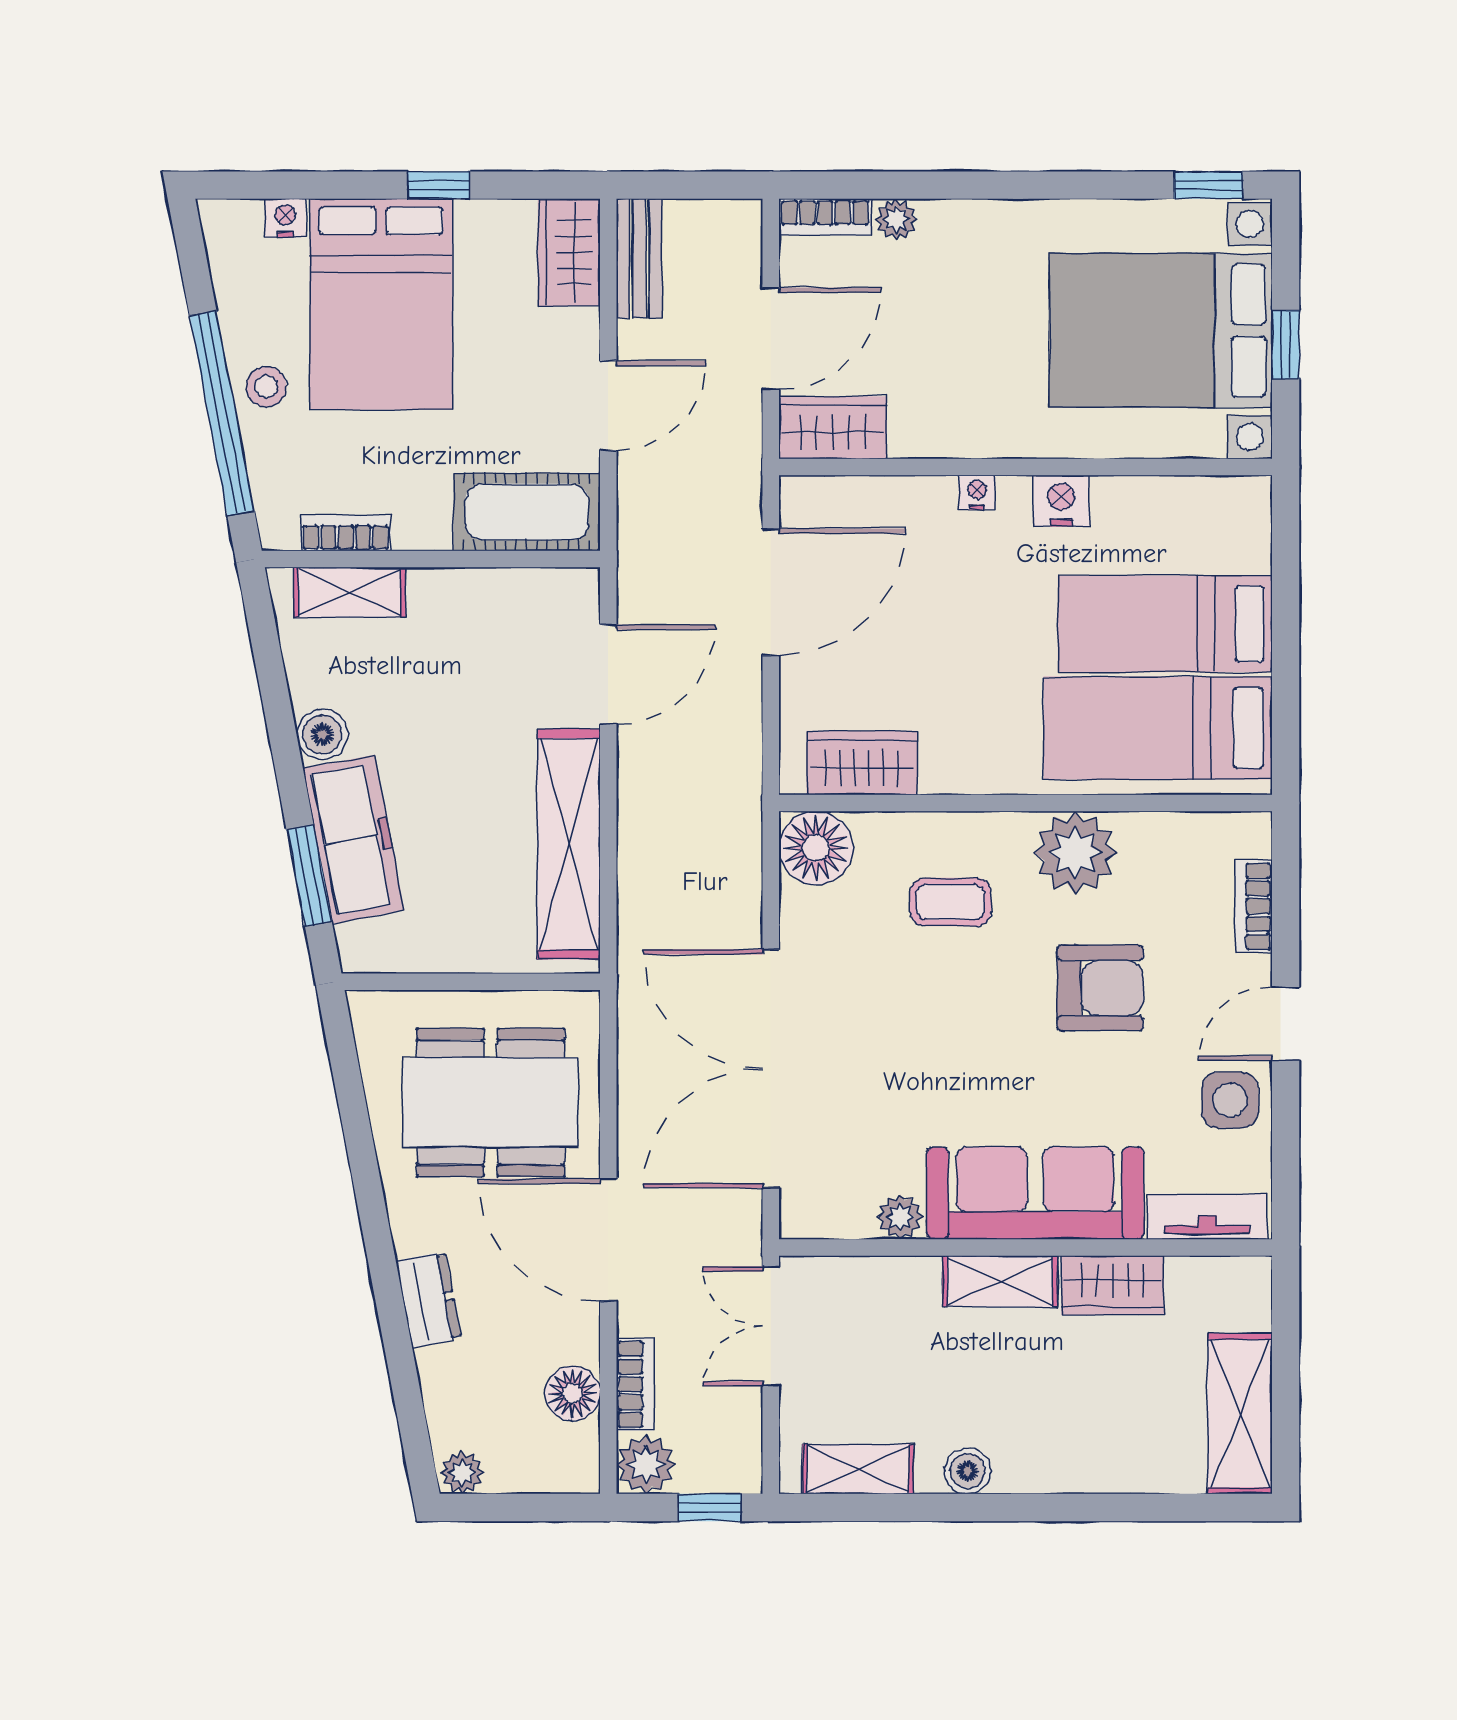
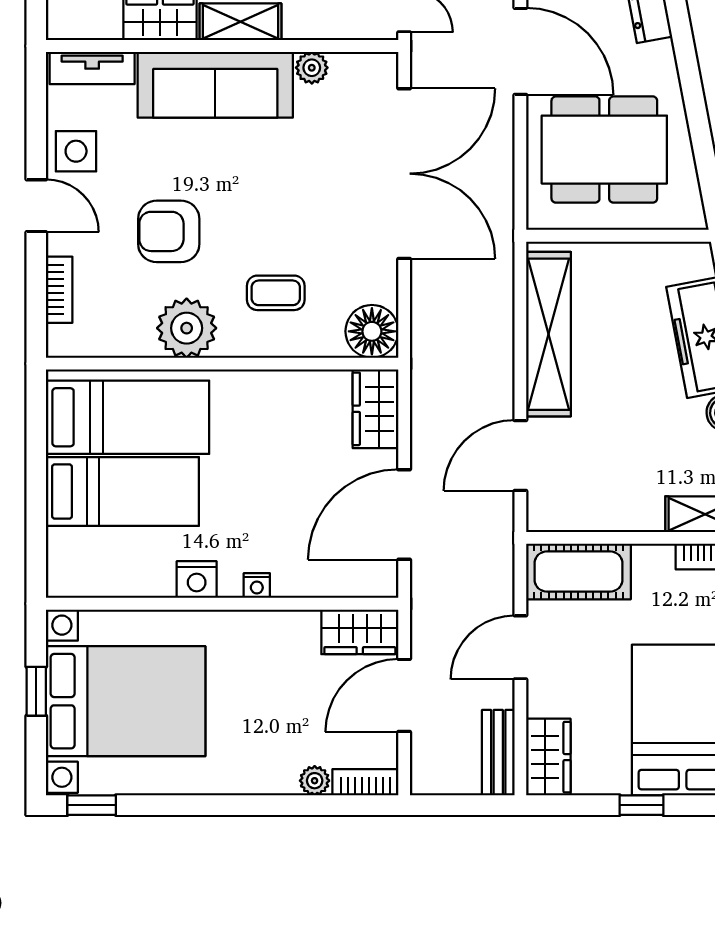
wardrobe: (862, 763) -> (375, 409), moved, turned 90
door: (1286, 1024) -> (36, 206), hinge flipped

